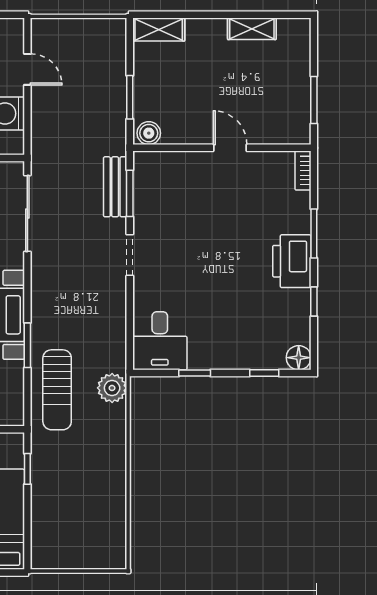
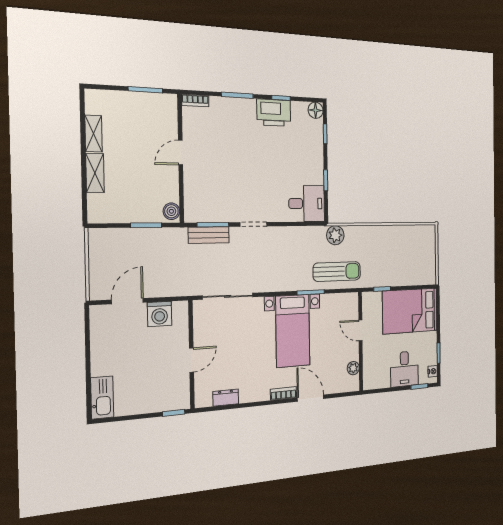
shelving: (159, 29) -> (95, 173), moved
door: (27, 69) -> (127, 301), width x1.38
printer: (292, 261) -> (274, 113), moved

